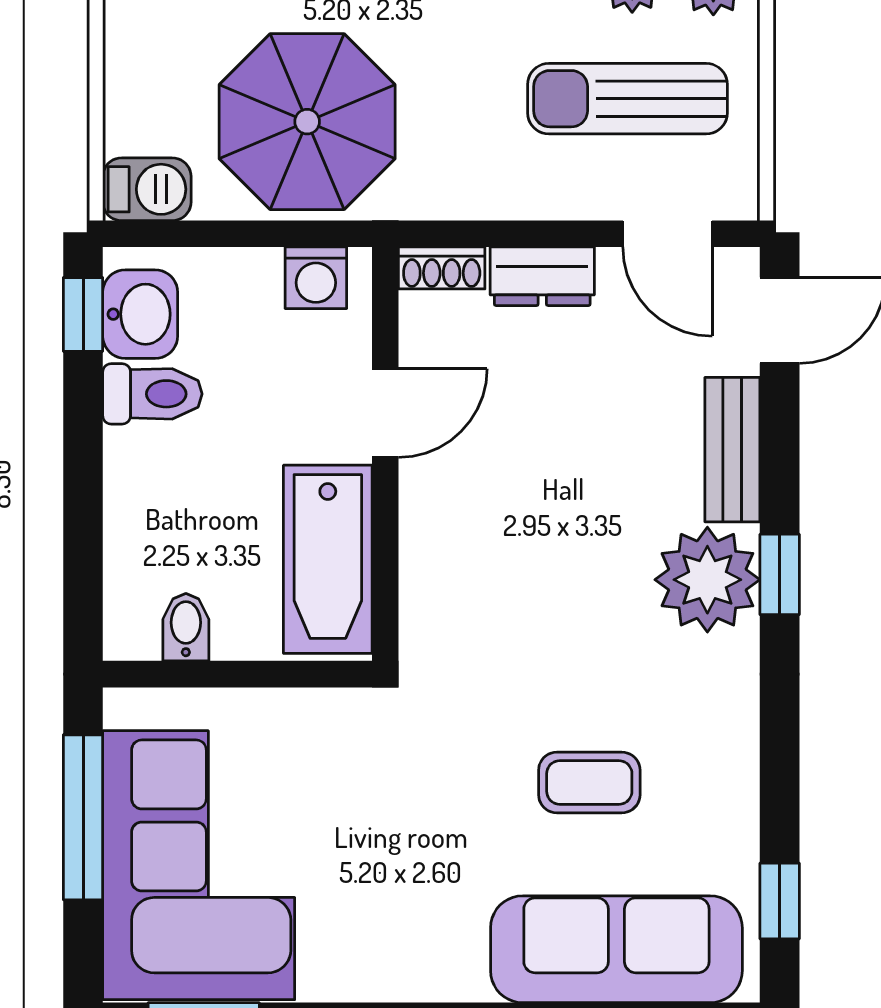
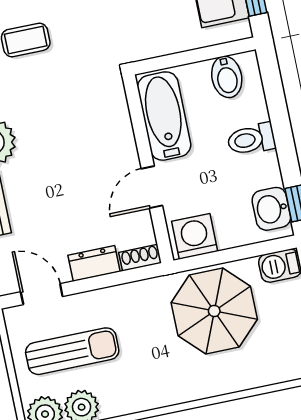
washing machine: (316, 278) -> (195, 236), width x1.38, depth x1.38
toilet: (152, 394) -> (251, 139), moved
bidet: (186, 627) -> (227, 77), width x1.38, depth x1.36

